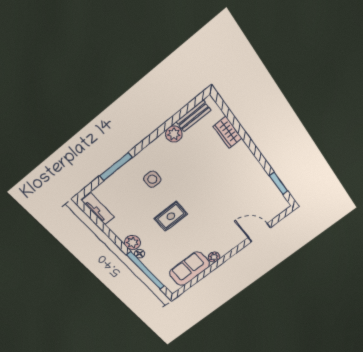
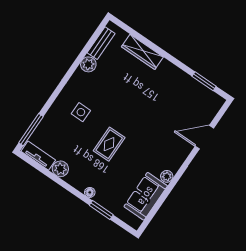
wardrobe: (228, 132) -> (142, 52), width x1.50
window: (116, 167) -> (31, 130), moved
plant: (132, 243) -> (60, 169), moved
window: (146, 271) -> (101, 210), width x0.47

